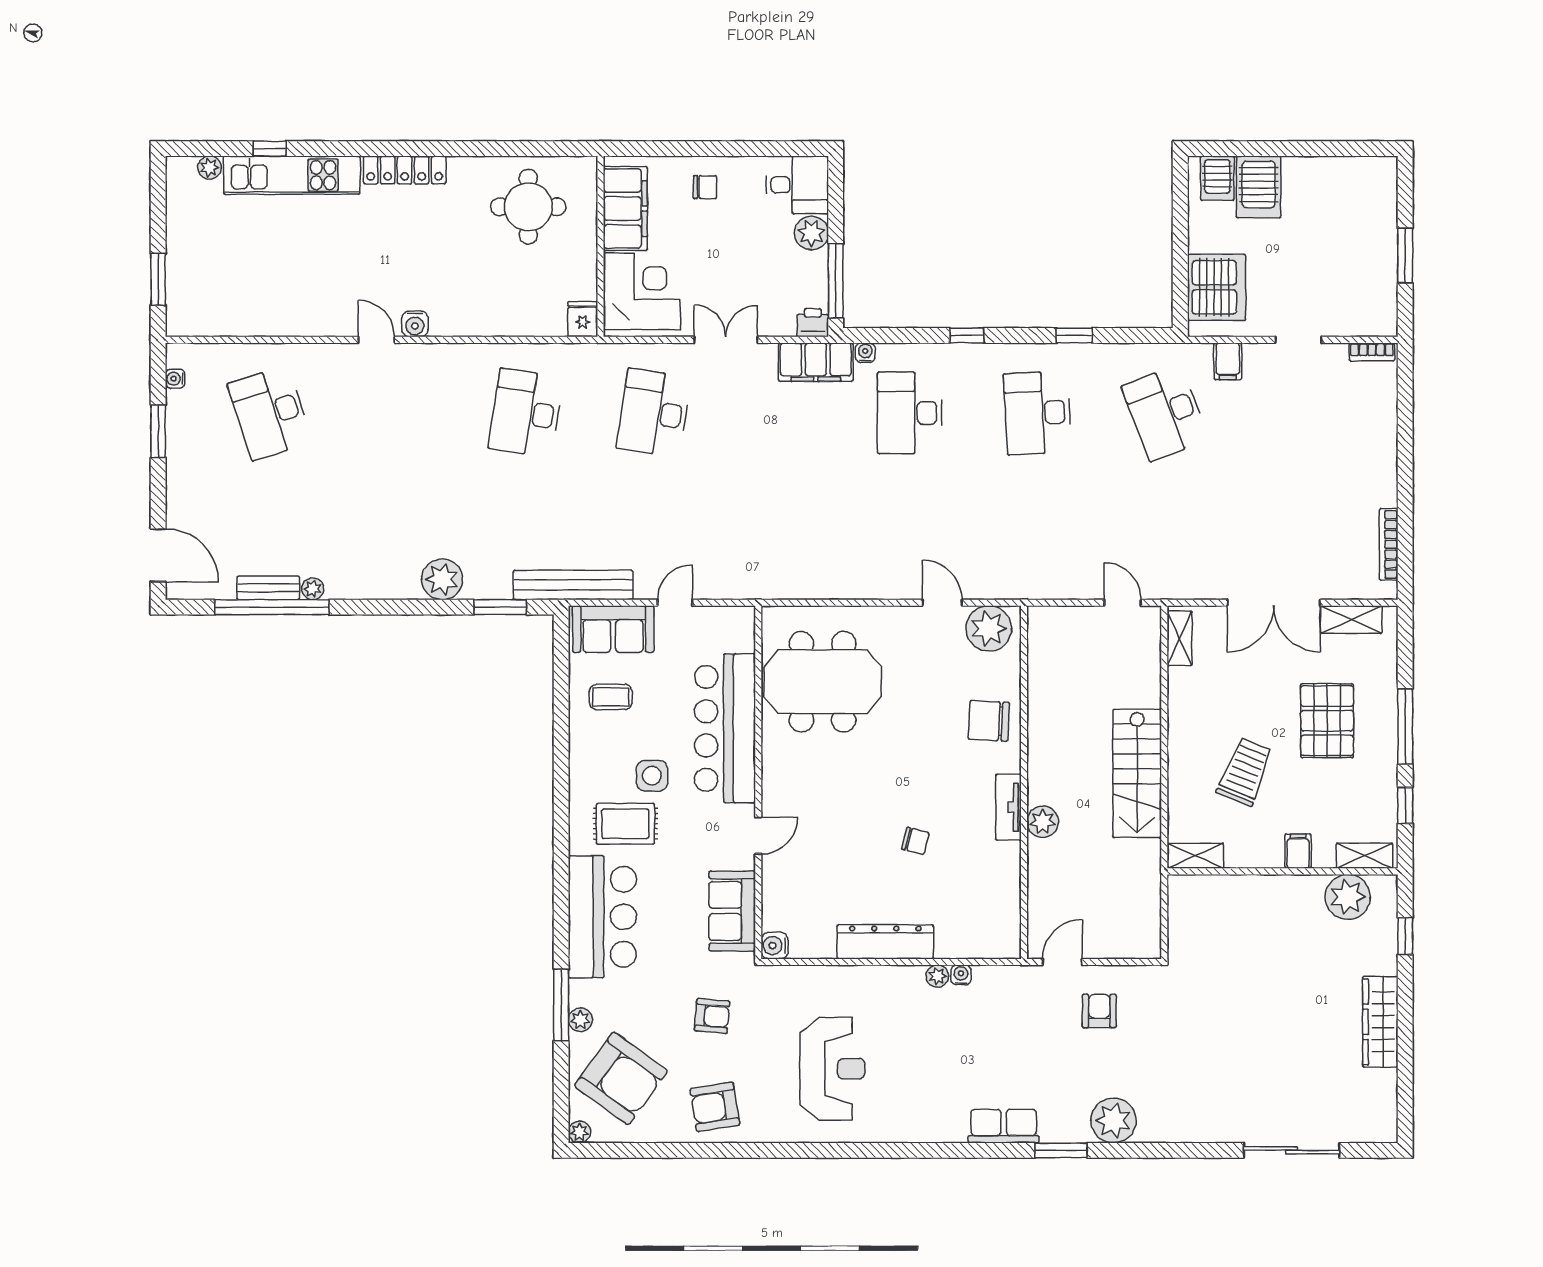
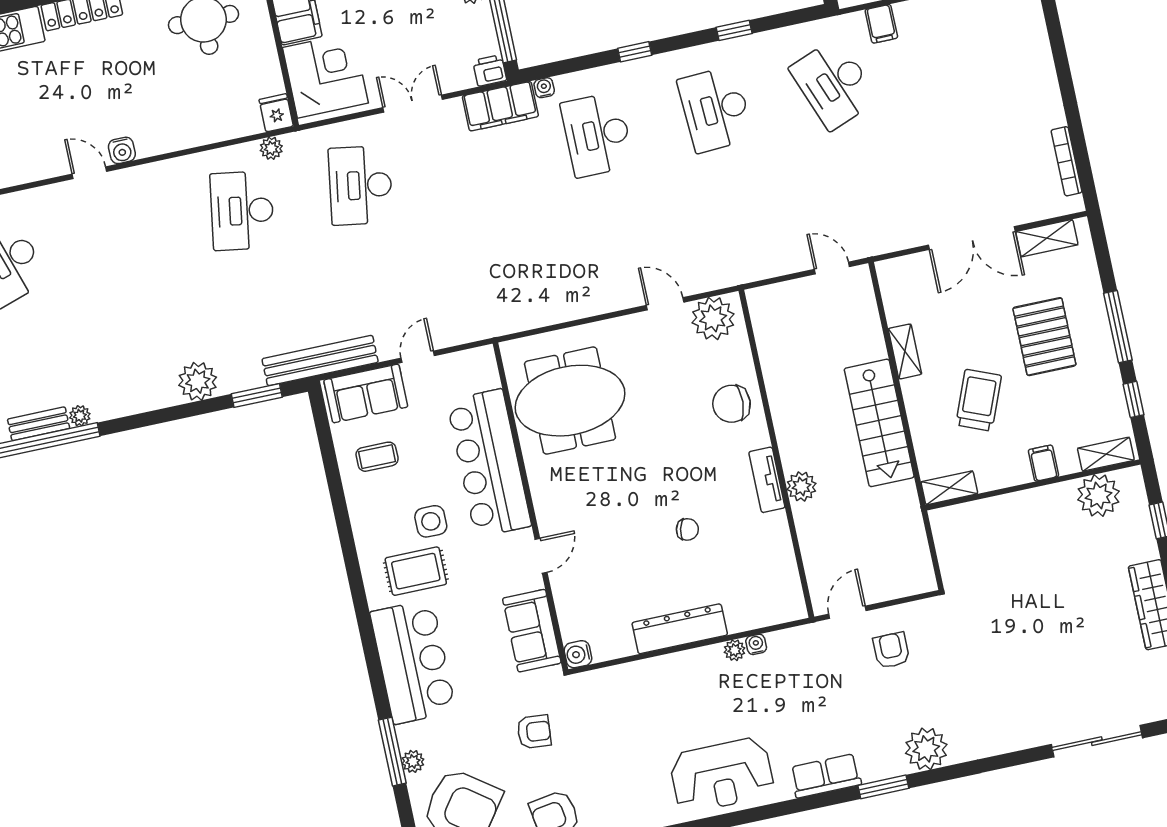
plant: (570, 355) -> (271, 148), added
shelving: (1180, 638) -> (905, 351), moved
reception desk: (832, 1069) -> (722, 775), moved, turned 90

